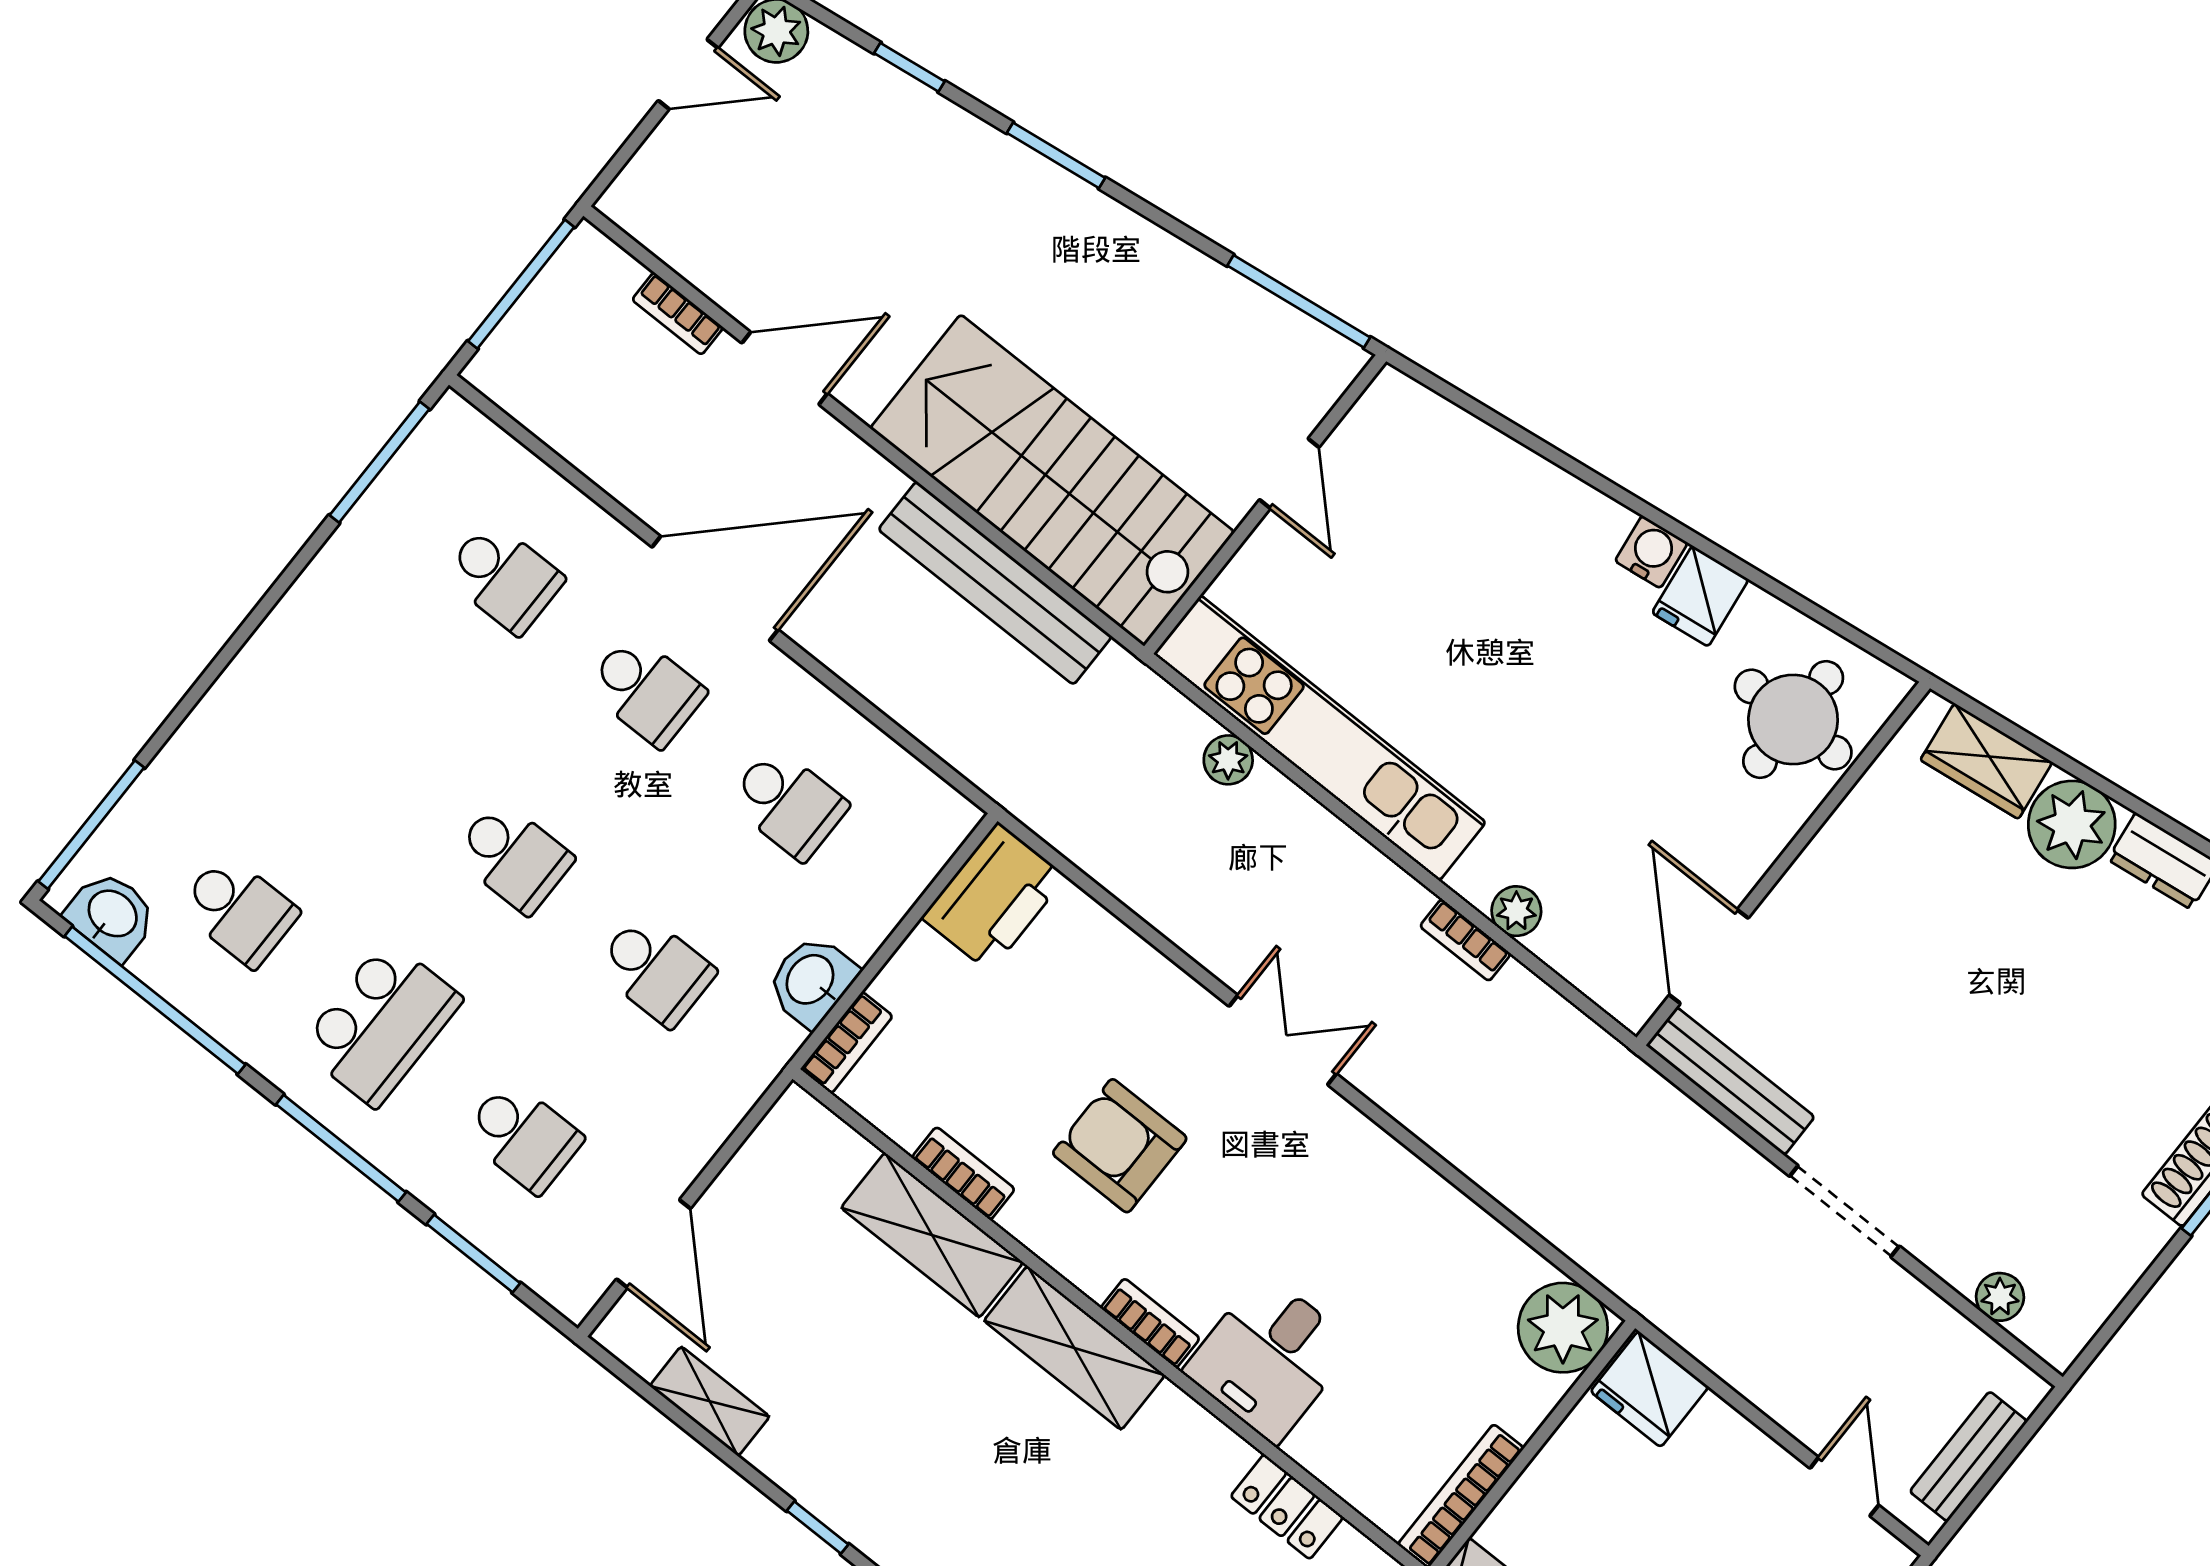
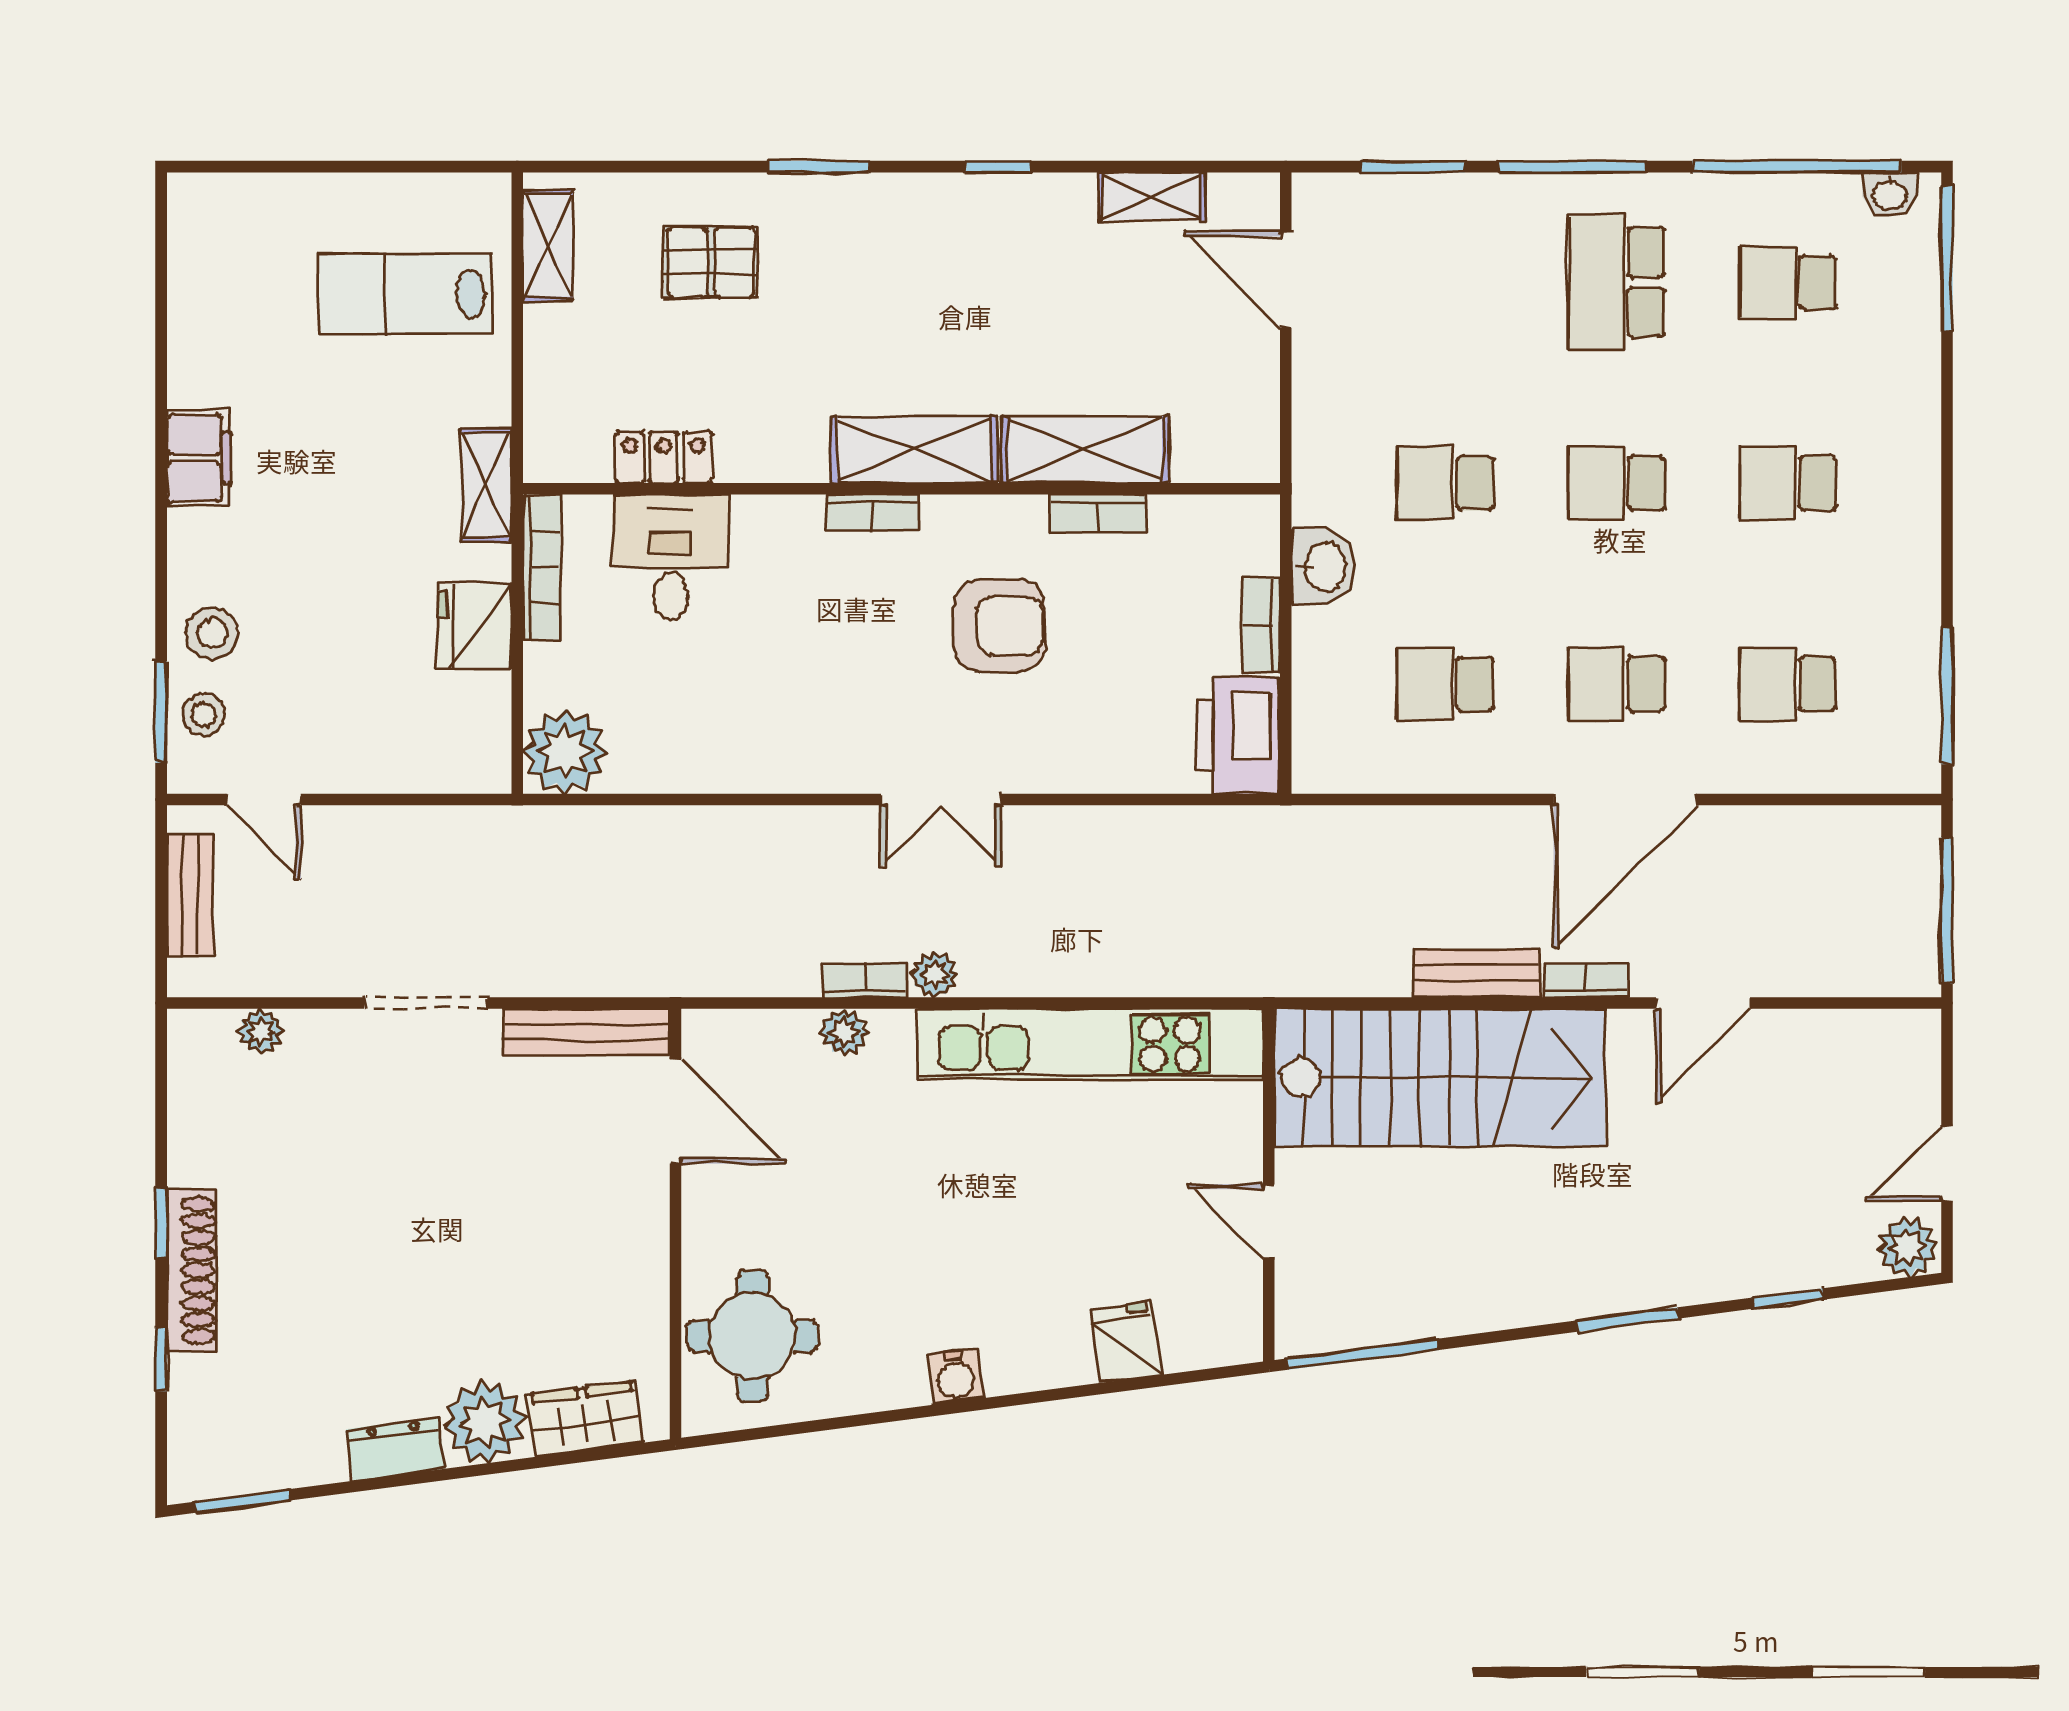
bookcase: (678, 314) -> (1586, 980), moved
bench: (995, 583) -> (1476, 973), width x0.54, depth x0.82
fridge: (1700, 596) -> (1126, 1342), moved
plant: (1228, 760) -> (934, 974), moved
washbasin: (111, 915) -> (1889, 194), width x0.72, depth x0.69
bookcase: (847, 1043) -> (1261, 625), moved
school desk: (523, 1136) -> (1788, 483), moved
desk: (1269, 1358) -> (671, 557), moved
fridge: (1650, 1389) -> (475, 626), moved, turned -90

